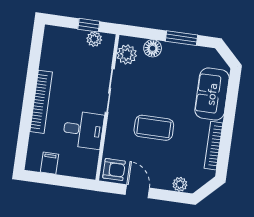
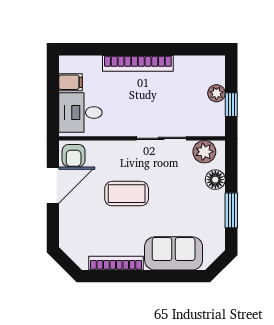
plant: (94, 39) -> (216, 93), moved
coffee table: (154, 128) -> (127, 194), turned 90
desk: (83, 130) -> (80, 113), moved, turned 90
plant: (180, 184) -> (67, 232), removed
door: (137, 191) -> (53, 185), width x1.38

